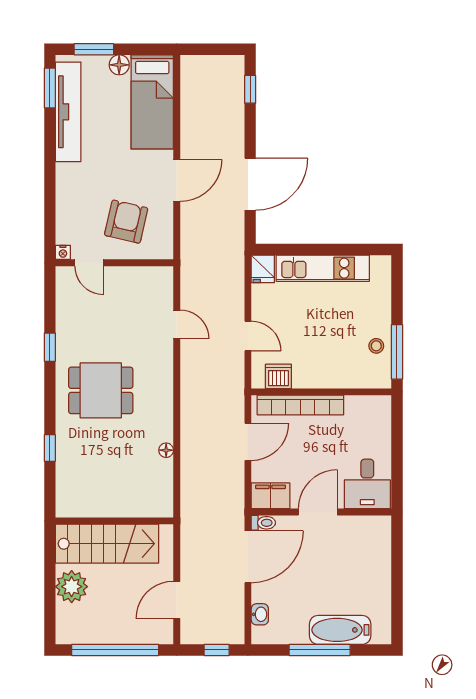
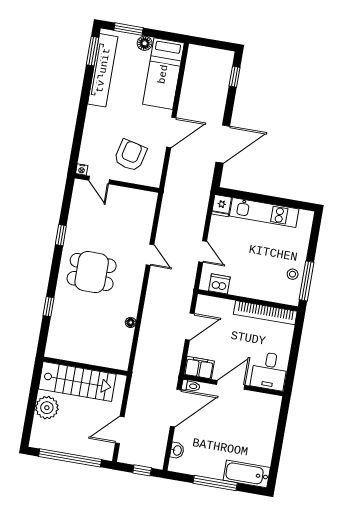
door: (177, 325) -> (150, 255), moved
bookcase: (300, 405) -> (265, 313), moved
bathtub: (340, 630) -> (247, 474), moved

